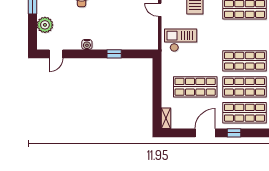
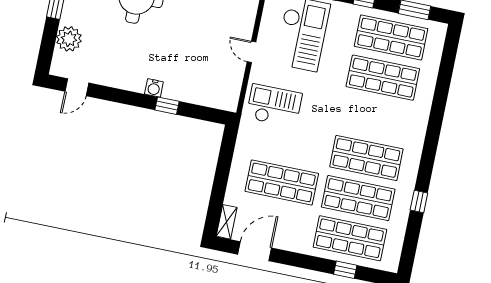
water cooler: (87, 44) -> (154, 88), moved
door: (205, 133) -> (255, 251), moved
window: (234, 133) -> (345, 270), moved

